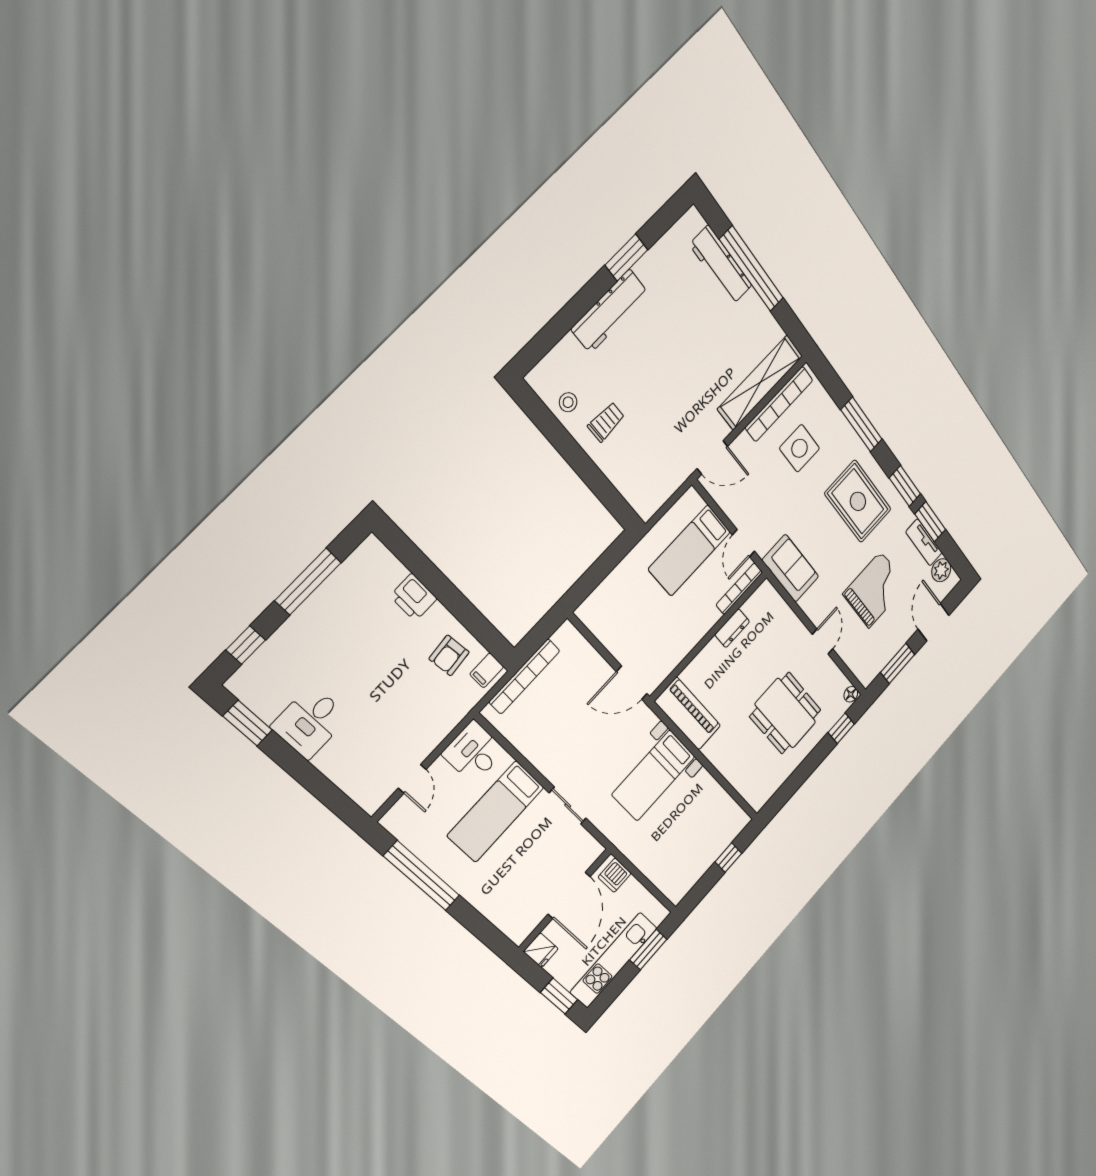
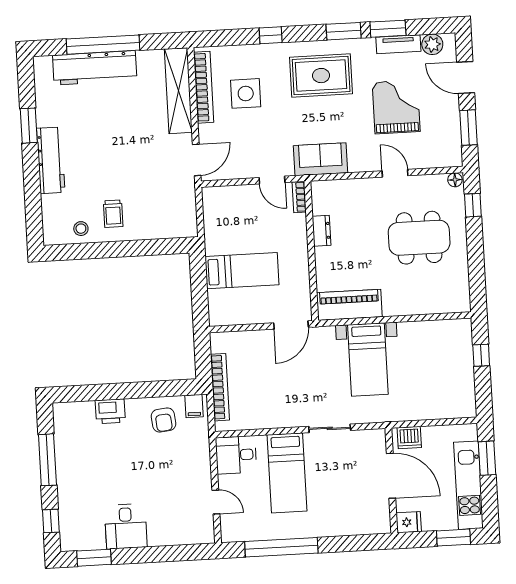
workbench: (721, 265) -> (95, 68), width x1.36, depth x1.32
trolley: (606, 422) -> (113, 214), turned 180
window: (862, 425) -> (271, 35), width x0.46
bed: (689, 550) -> (242, 271), moved, turned -90
bookcase: (739, 589) -> (299, 197), width x0.64

